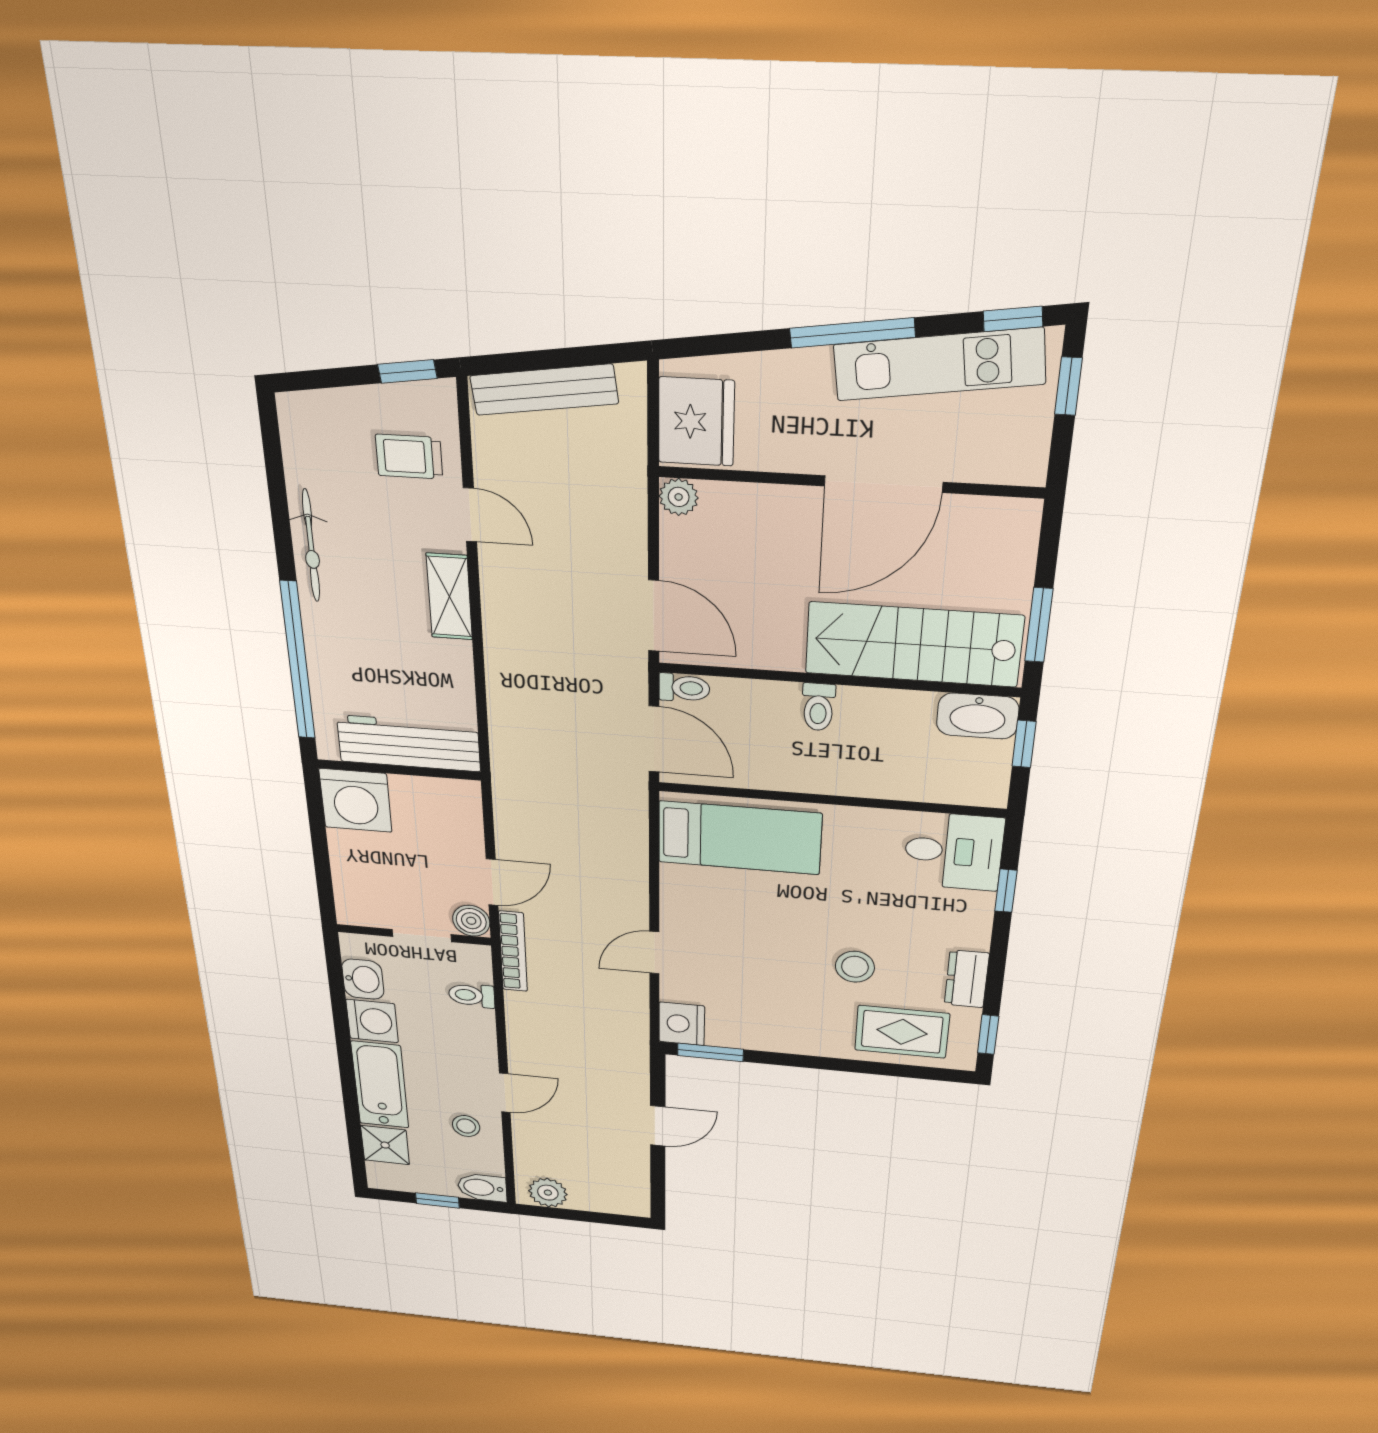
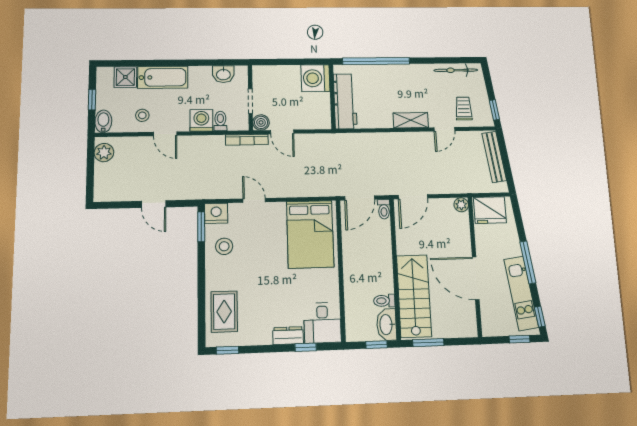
bicycle: (311, 546) -> (456, 70), moved
toilet: (818, 707) -> (384, 301), moved
bed: (739, 838) -> (310, 234), width x1.50
stool: (855, 967) -> (224, 246), moved
dresser: (967, 979) -> (288, 336), moved
washing machine: (372, 1021) -> (201, 120), moved, turned 180

